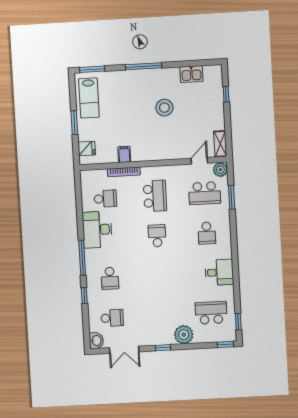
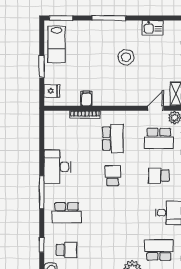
school desk: (105, 199) -> (66, 139), removed
school desk: (207, 233) -> (159, 176), turned 90
school desk: (110, 278) -> (66, 213), width x1.85
window: (84, 295) -> (42, 245), moved

